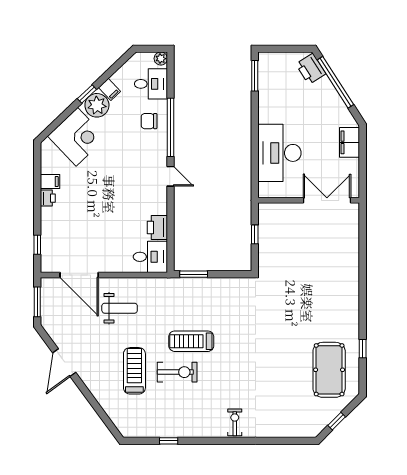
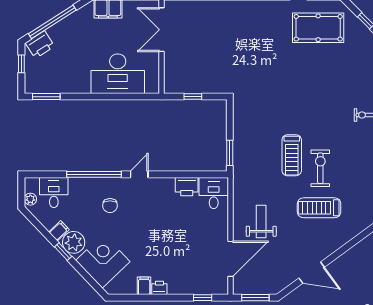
window: (290, 49) -> (21, 64), added
plant: (161, 59) -> (30, 199), moved
chair: (149, 121) -> (110, 206), moved

